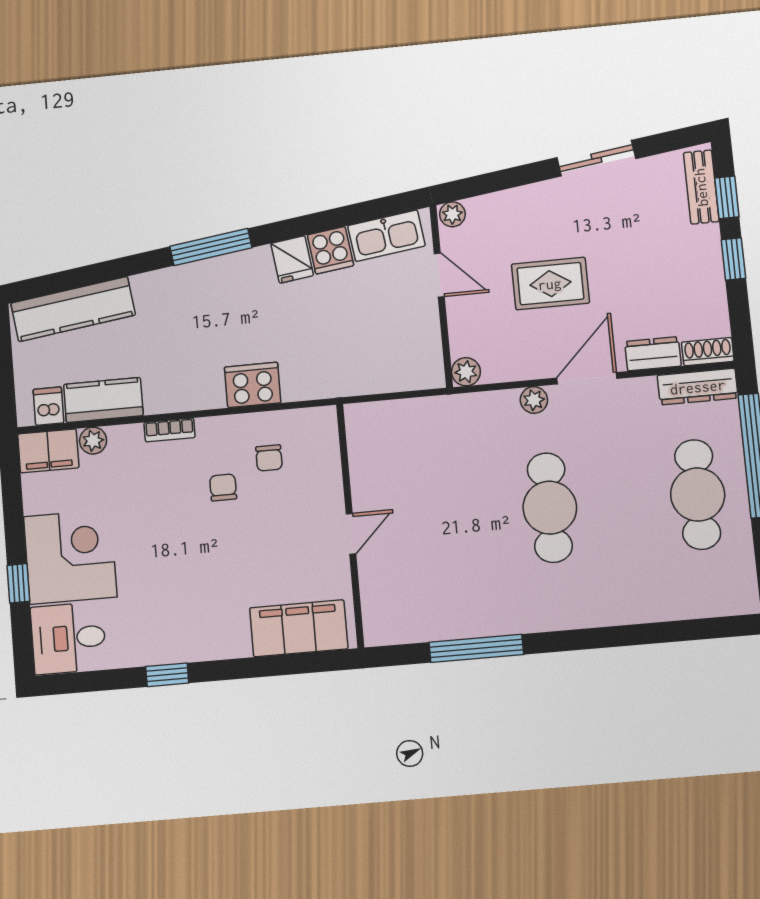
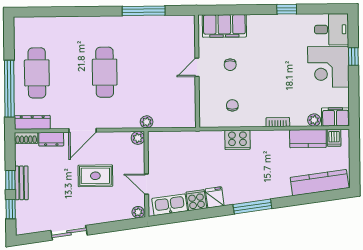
bench: (701, 187) -> (22, 183), moved
plant: (534, 400) -> (147, 122), moved
chair: (223, 487) -> (230, 65), moved

